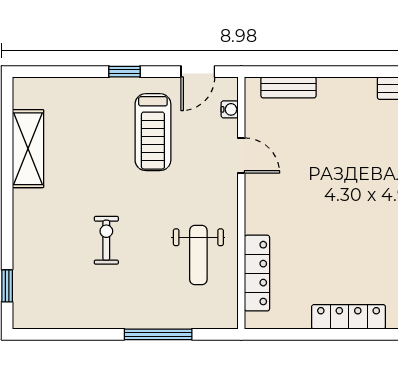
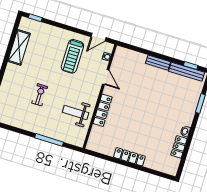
window: (124, 72) -> (35, 18), moved
bench: (289, 87) -> (158, 63), moved
weight bench: (198, 255) -> (76, 112), turned 90
locker: (257, 273) -> (103, 110), moved

